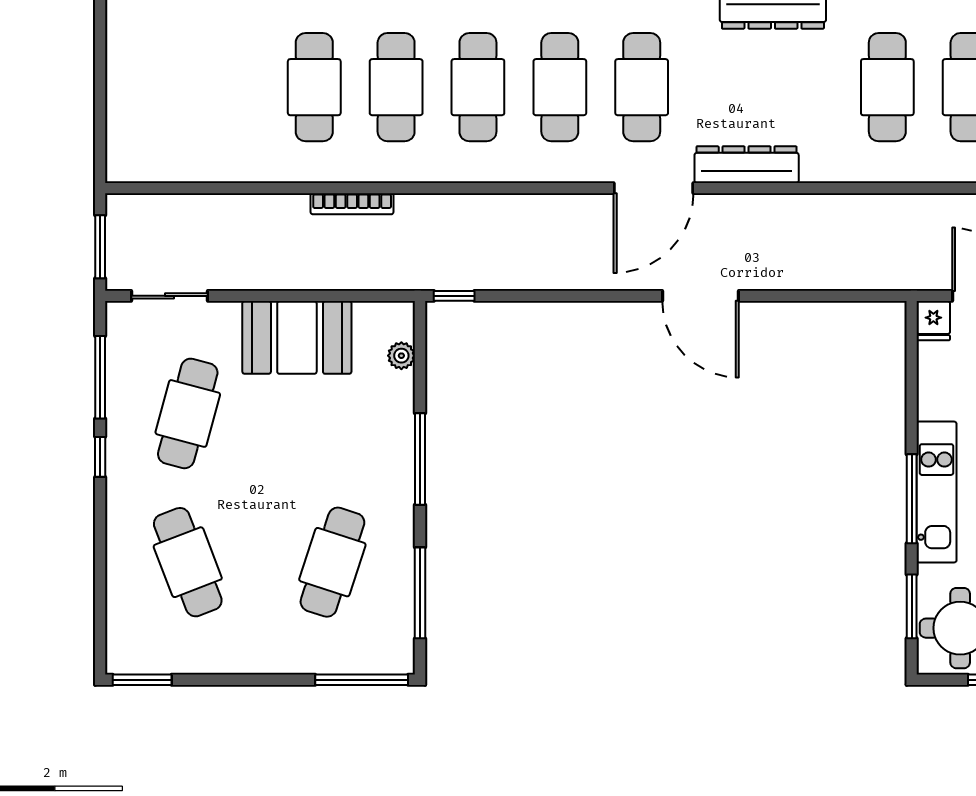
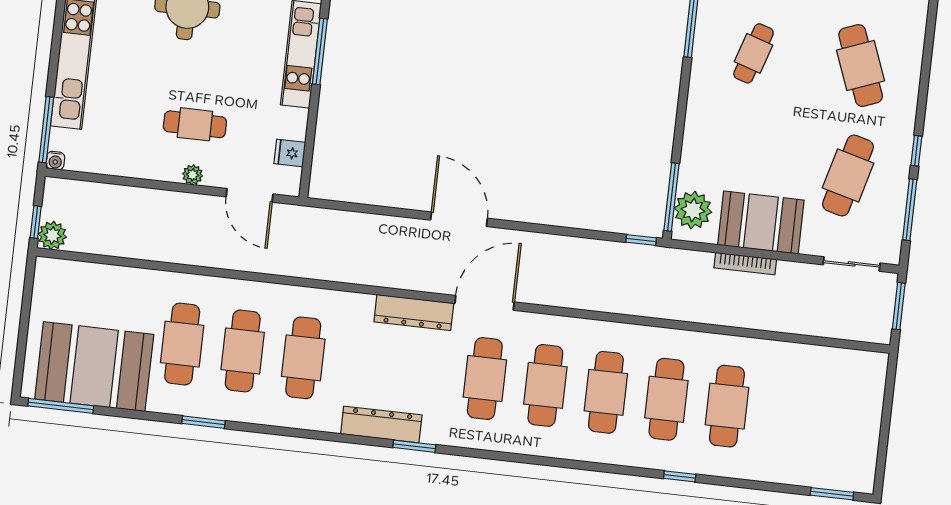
bookcase: (352, 204) -> (745, 264), moved, turned 180
fridge: (933, 321) -> (290, 153), moved, turned -90
plant: (401, 356) -> (693, 210), width x1.88, depth x1.88
window: (420, 459) -> (672, 197), moved
cafe table: (332, 562) -> (754, 53), width x0.73, depth x0.74

